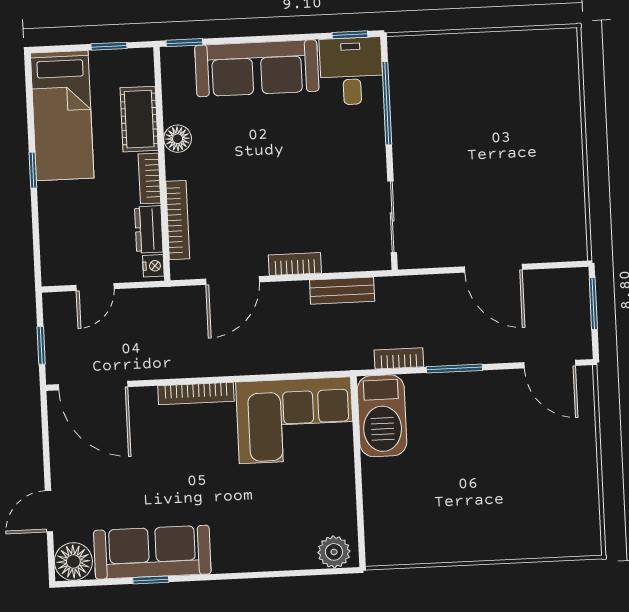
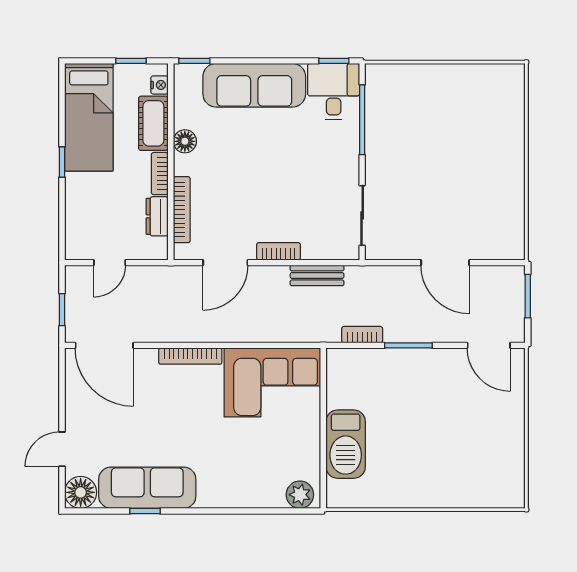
nightstand: (153, 266) -> (159, 85), moved
barbecue: (382, 416) -> (346, 444), moved

